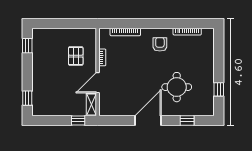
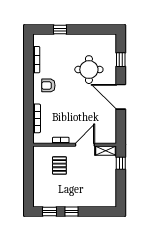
pallet: (76, 56) -> (59, 165), turned 90
door: (98, 83) -> (85, 145), swing flipped
window: (219, 89) -> (60, 30), moved
window: (27, 98) -> (71, 212), moved

